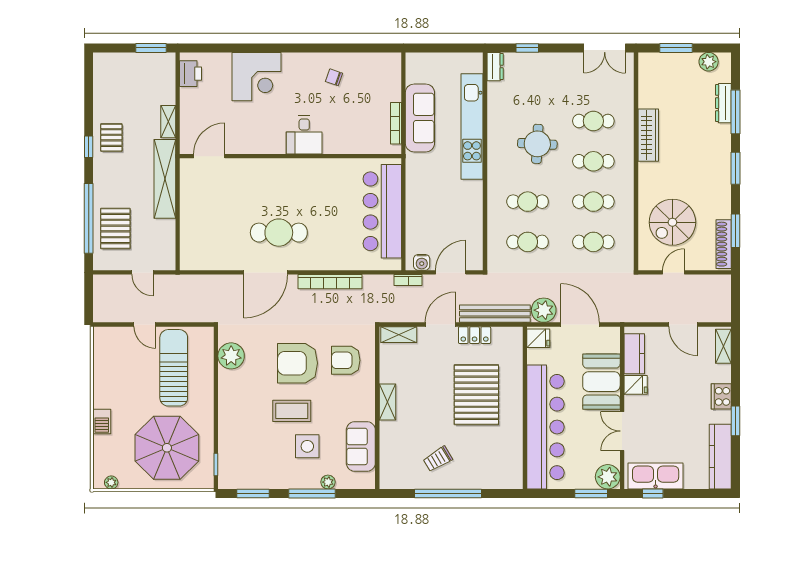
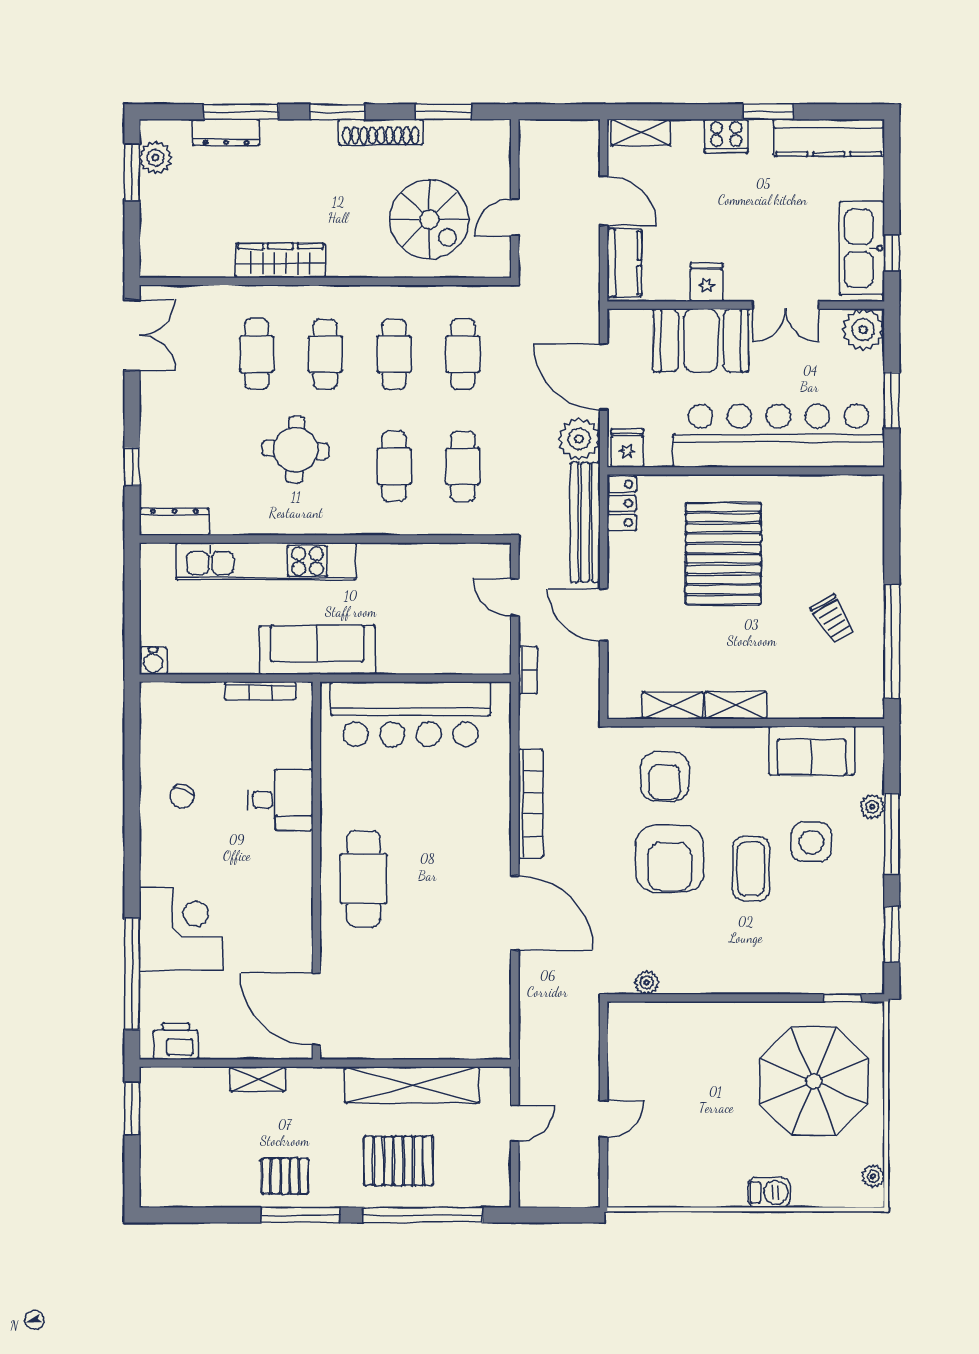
window: (230, 48) -> (132, 974), added
window: (676, 48) -> (132, 172), moved
dresser: (495, 67) -> (174, 522), width x1.44
sofa: (420, 118) -> (317, 650), moved
desk: (304, 135) -> (280, 800), moved
window: (89, 147) -> (301, 1215), width x2.17
door: (209, 156) -> (316, 1009), width x1.36
shelving: (165, 179) -> (412, 1085), moved
pallet: (115, 229) -> (398, 1161), moved
cafe table: (279, 233) -> (364, 879), moved
shoe rack: (724, 244) -> (381, 132), moved
water cooler: (422, 262) -> (153, 661), moved, turned 90
door: (451, 272) -> (515, 597), width x0.73
door: (674, 272) -> (515, 217), hinge flipped
door: (580, 324) -> (604, 377), hinge flipped
door: (683, 324) -> (604, 201), hinge flipped
shelving: (399, 335) -> (672, 705), moved, turned 90
locker: (475, 335) -> (622, 503), moved
kitchen counter: (634, 354) -> (624, 263), moved, turned 90
plant: (231, 356) -> (647, 982), width x0.53, depth x0.53
sun lounger: (174, 368) -> (677, 1070), removed
pallet: (476, 395) -> (723, 554), turned 90
window: (448, 493) -> (892, 641), moved
window: (591, 493) -> (892, 400), moved

